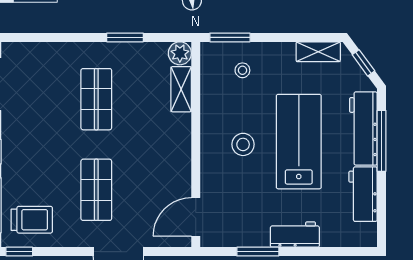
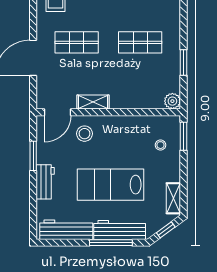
shelving: (181, 89) -> (93, 102), moved
lab bench: (299, 142) -> (110, 185), turned 180
stool: (243, 144) -> (85, 134), moved
workbench: (363, 194) -> (66, 230), width x1.37
door: (196, 217) -> (58, 112), swing flipped

